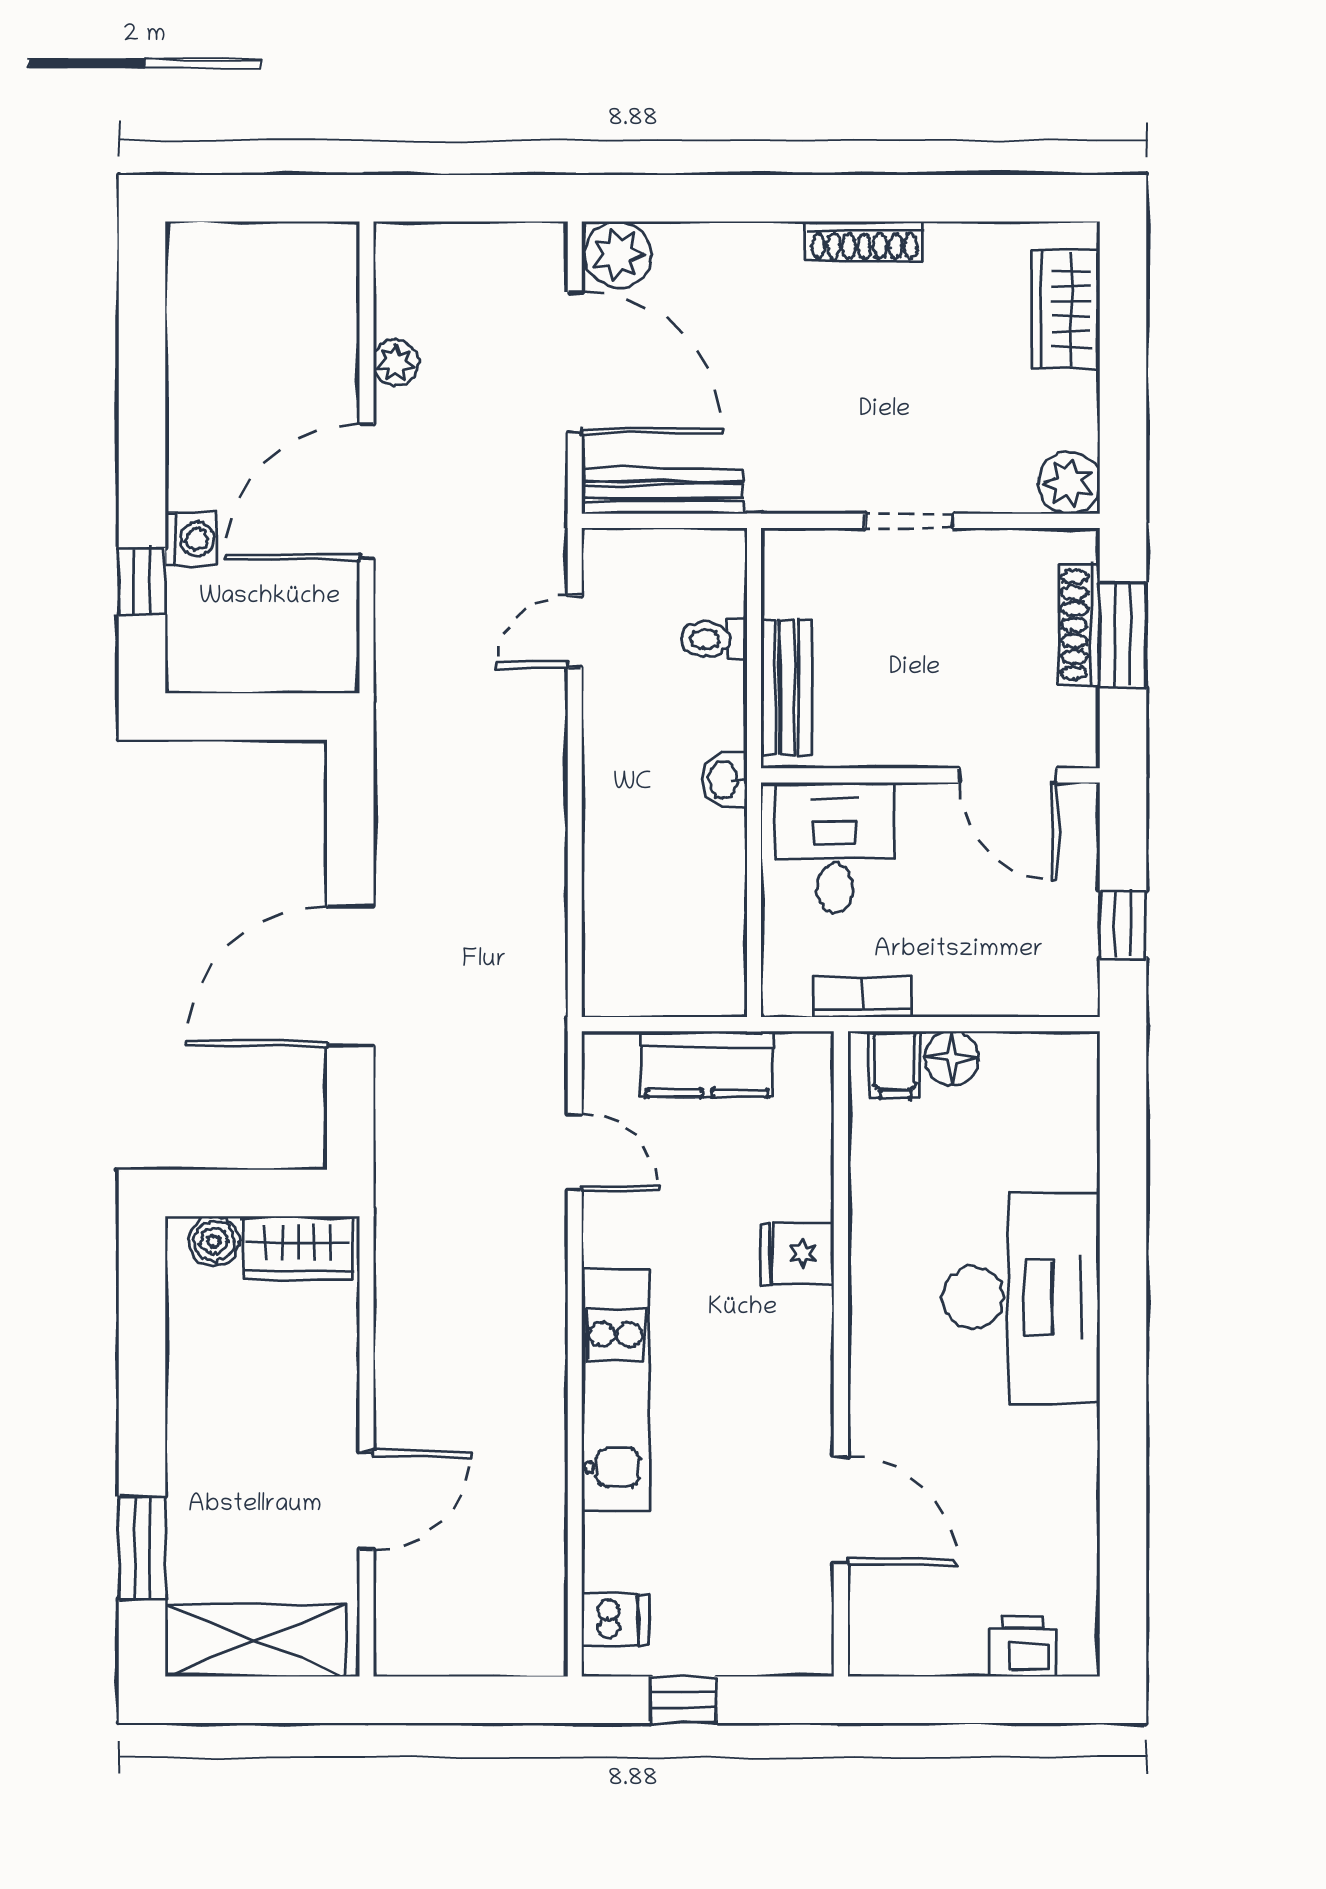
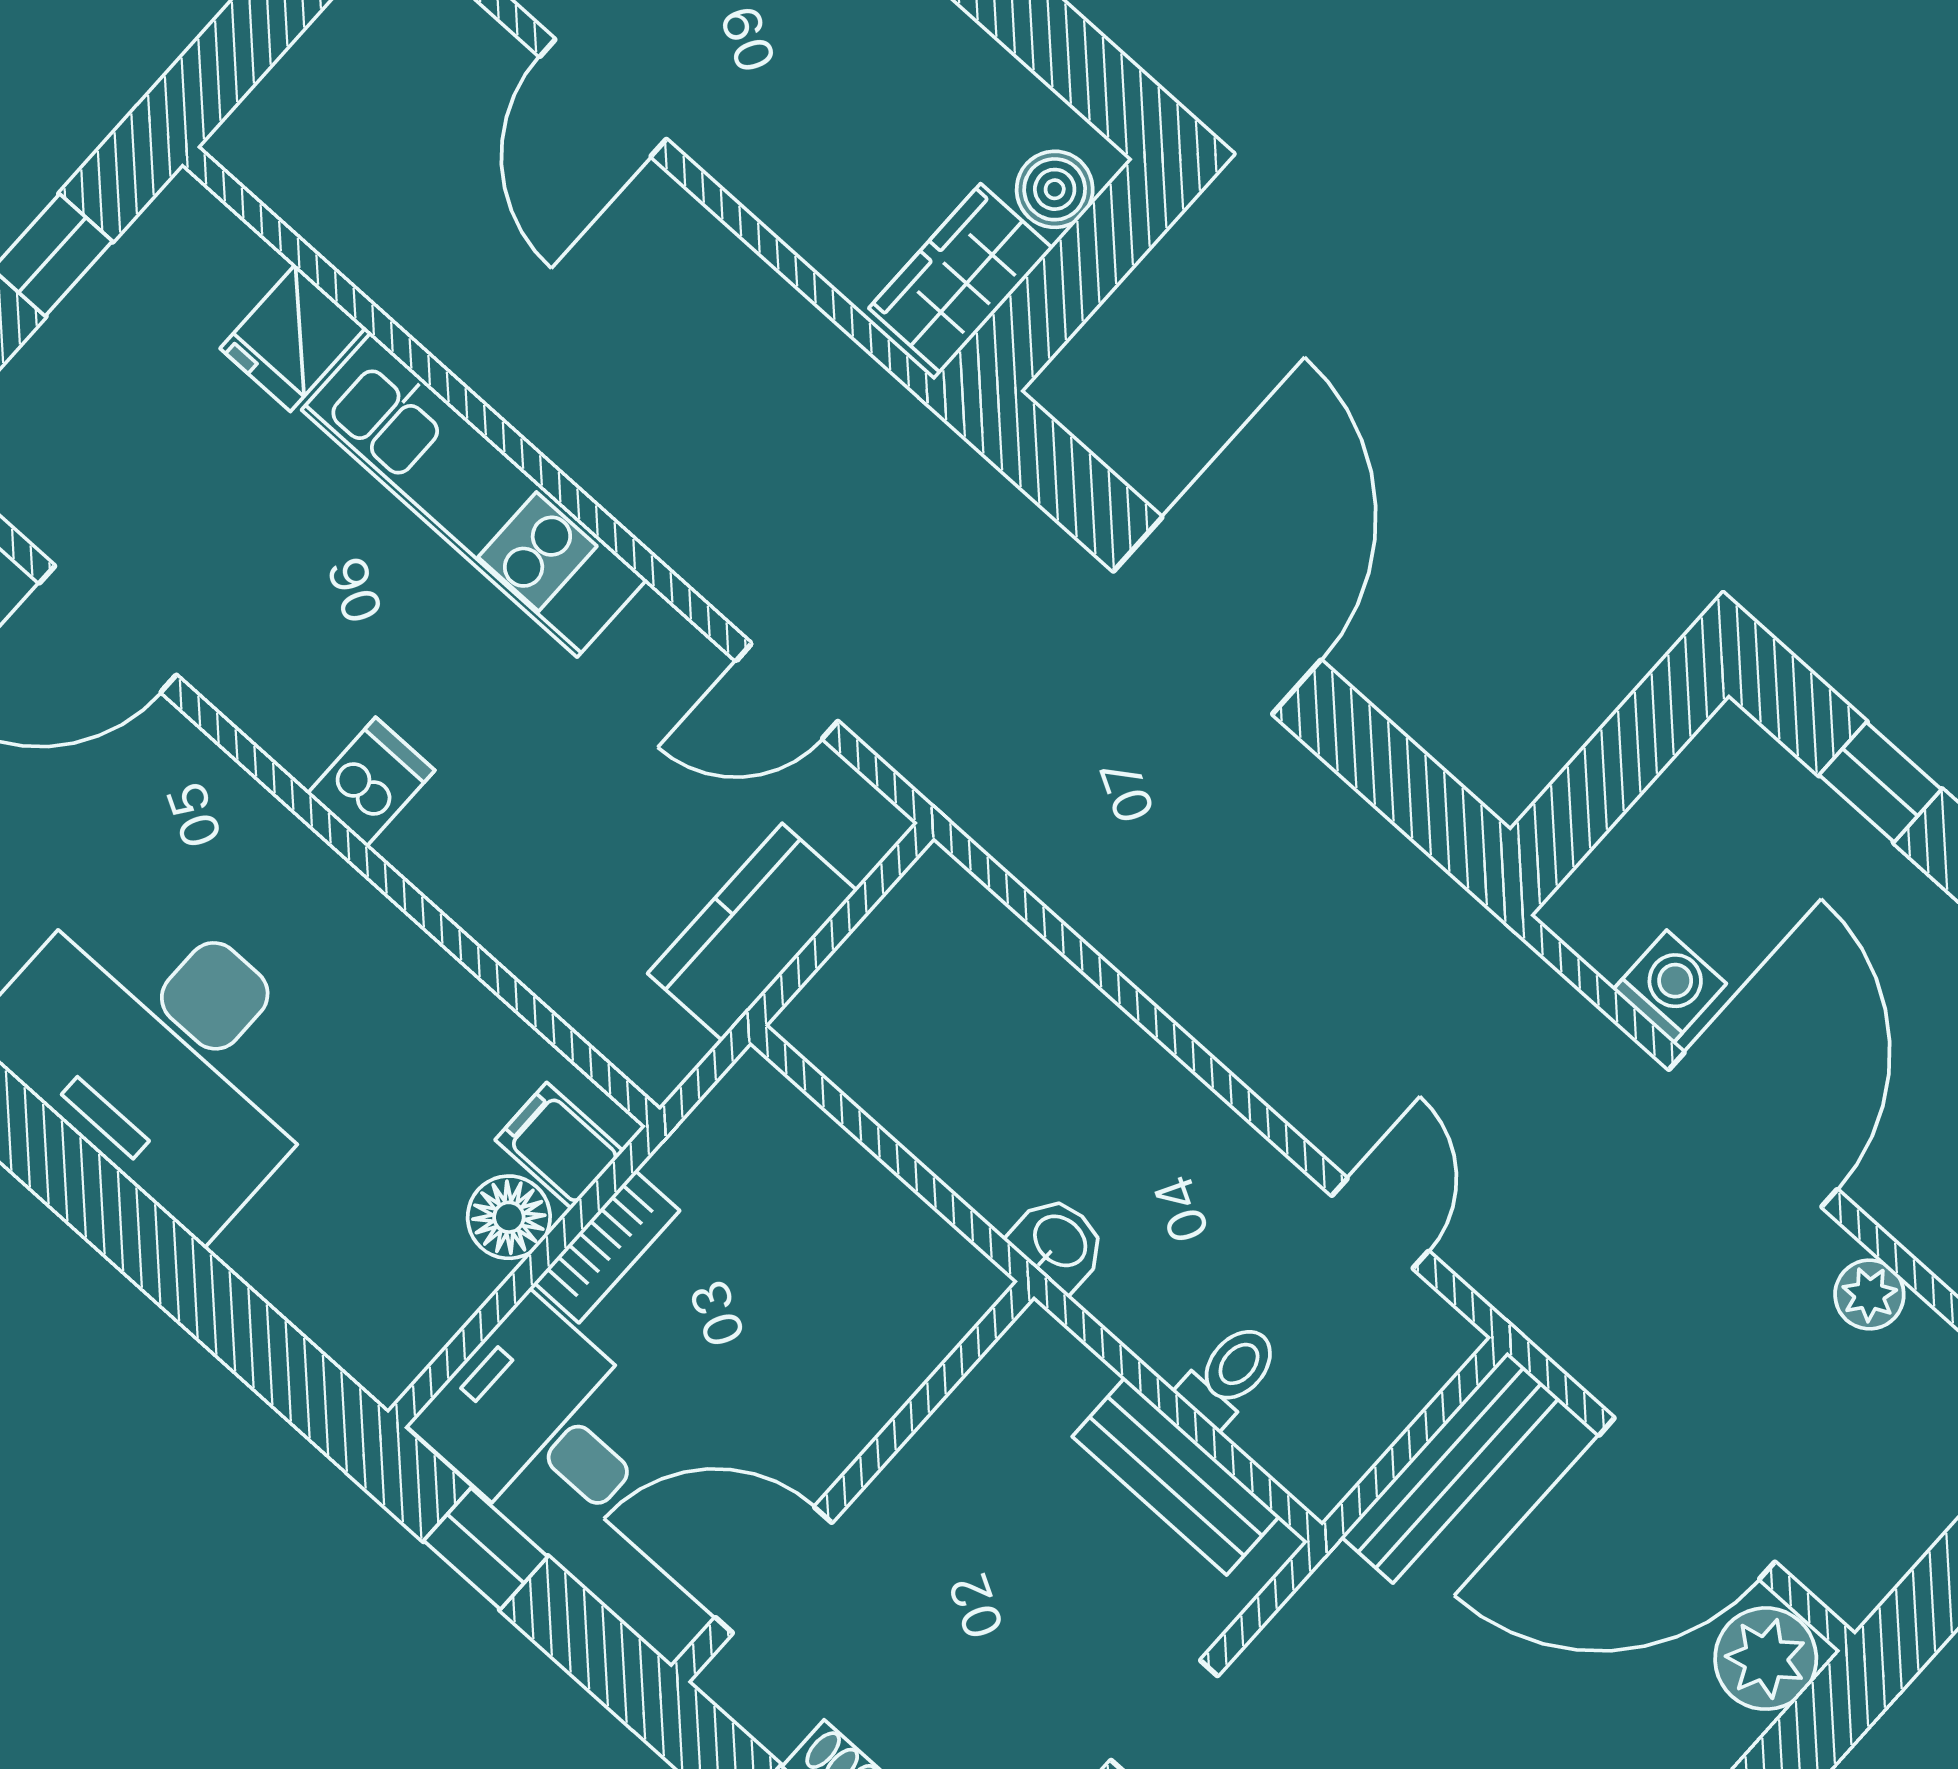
washing machine: (192, 539) -> (1670, 987), moved, turned 180
bench: (787, 687) -> (1176, 1476), moved
desk: (835, 848) -> (542, 1423), moved, turned 180
bookcase: (862, 997) -> (607, 1247), moved
fridge: (797, 1253) -> (293, 338), moved, turned 180
dishwasher: (615, 1619) -> (371, 782), moved, turned 180

